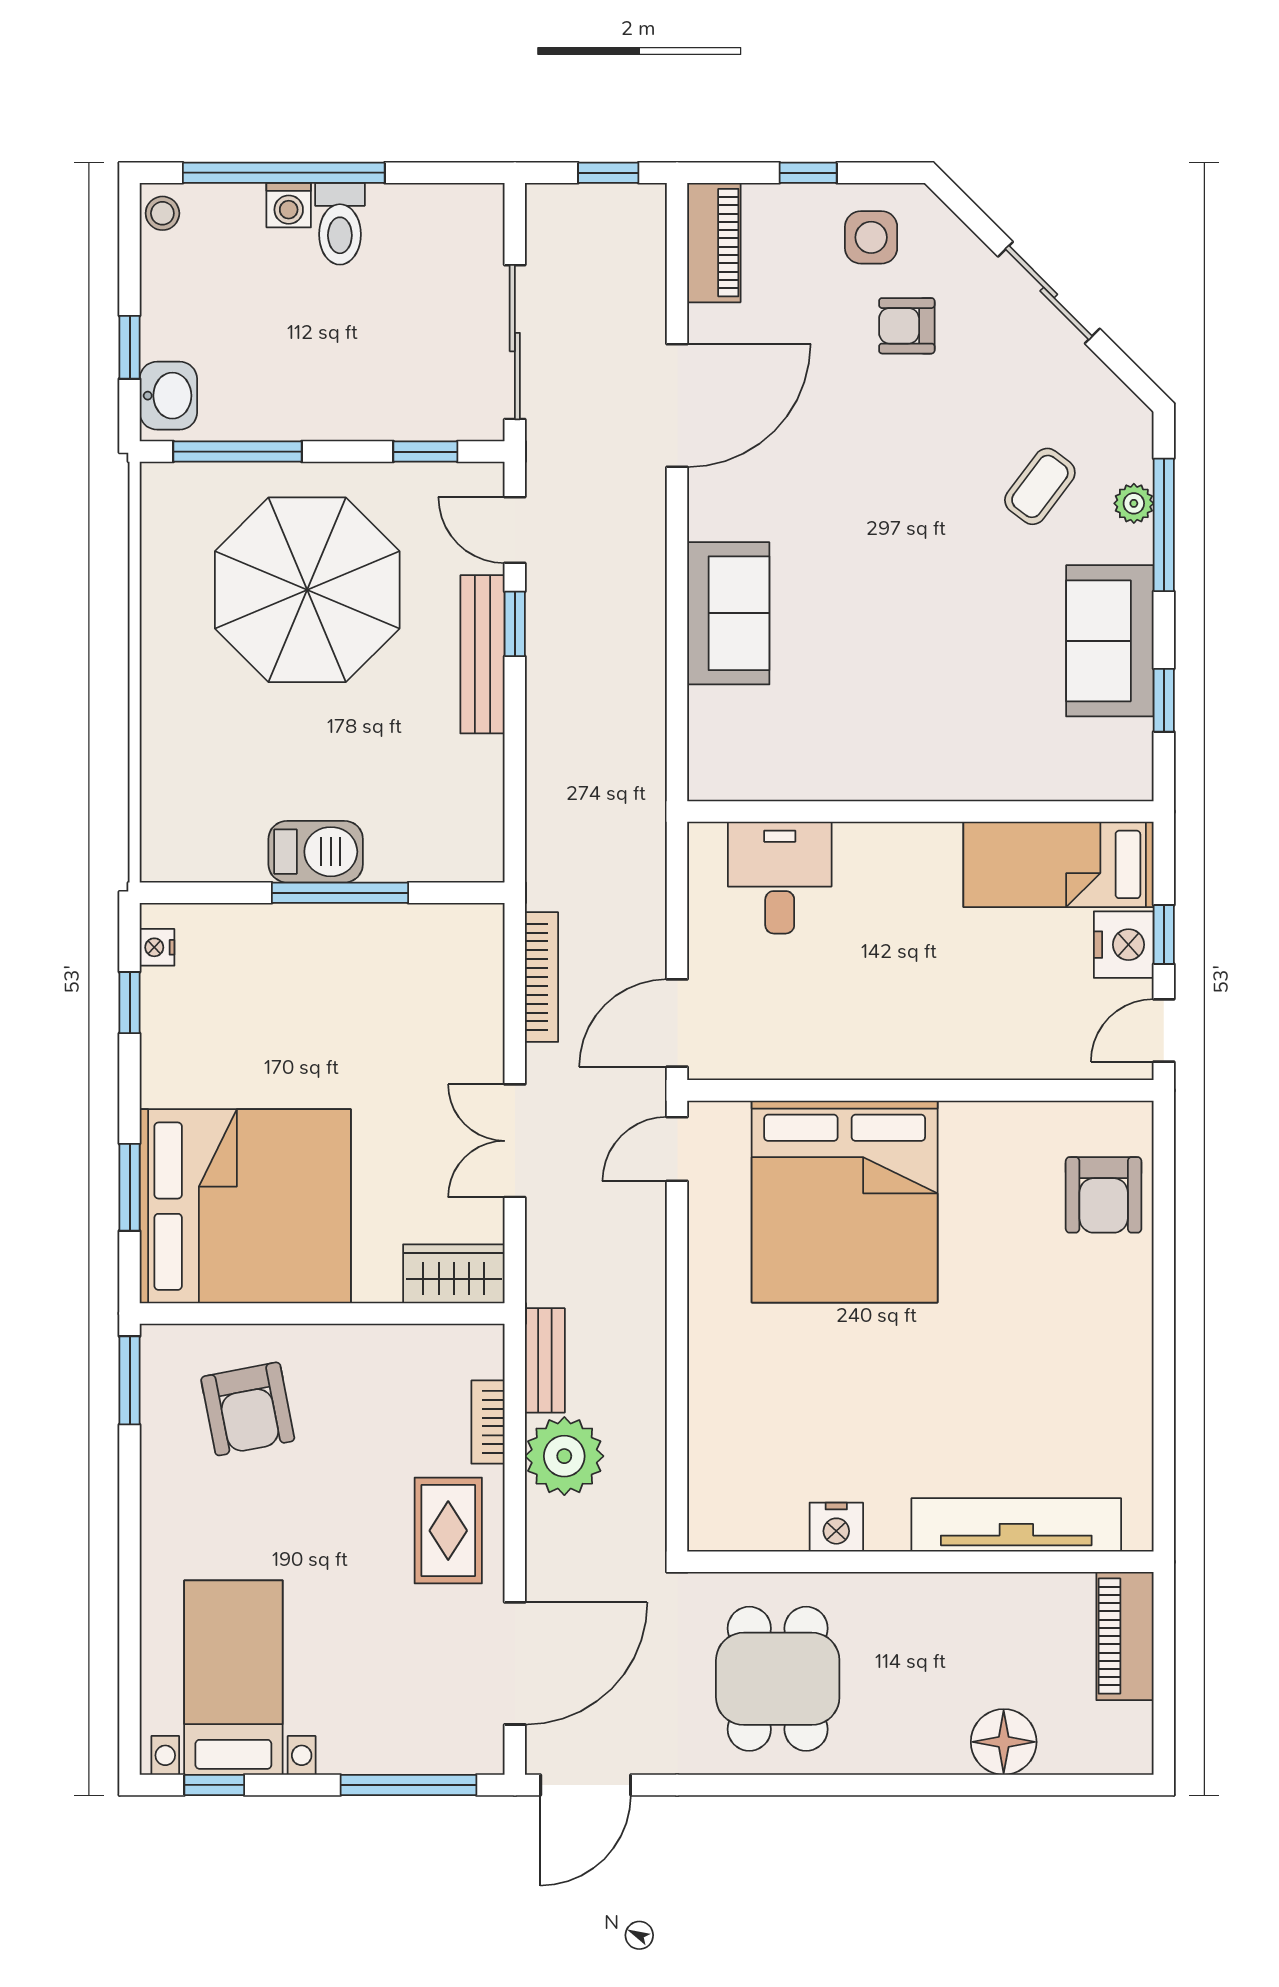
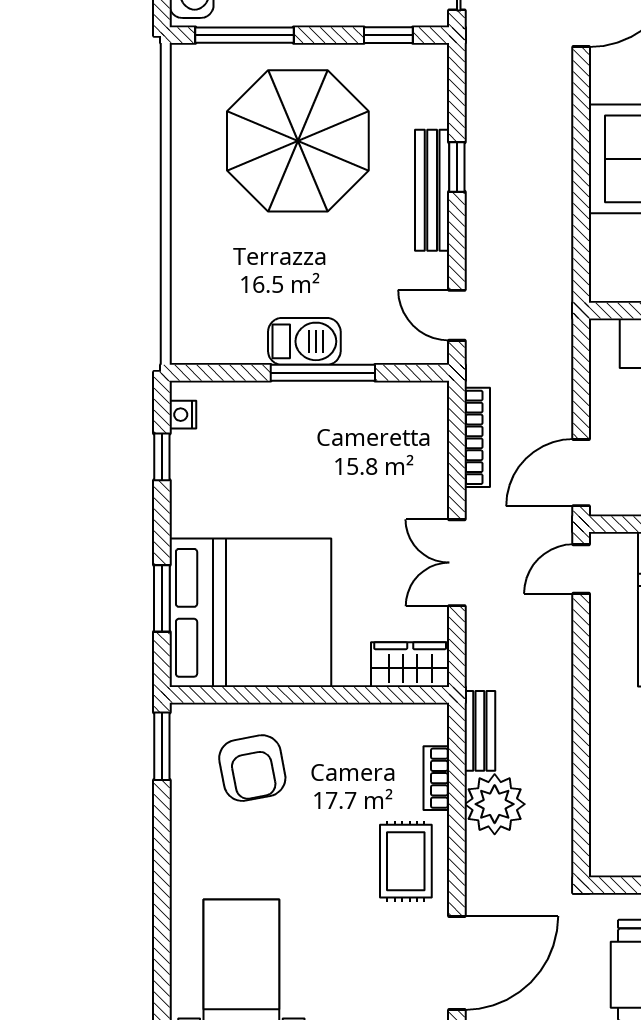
door: (515, 530) -> (457, 315), moved

